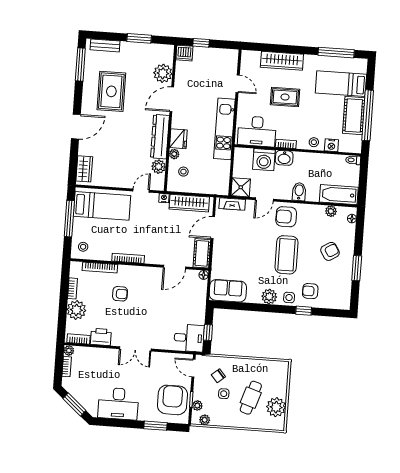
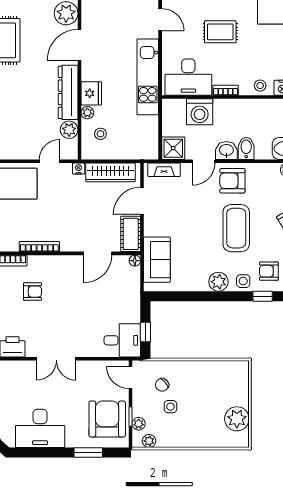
washbasin: (284, 158) -> (226, 151), moved, turned 180
sofa: (228, 291) -> (157, 260), moved, turned 90
cafe table: (251, 398) -> (204, 409), removed

